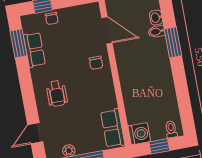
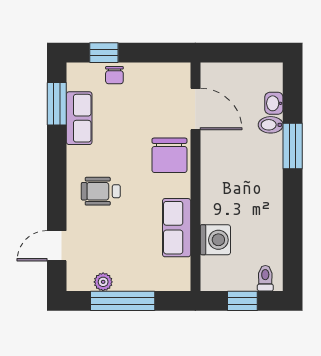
chair: (96, 63) -> (169, 155), width x1.87, depth x1.87
wheelchair: (57, 94) -> (101, 191), turned 90
row of seats: (113, 128) -> (177, 228), moved
washing machine: (139, 134) -> (215, 240), moved

